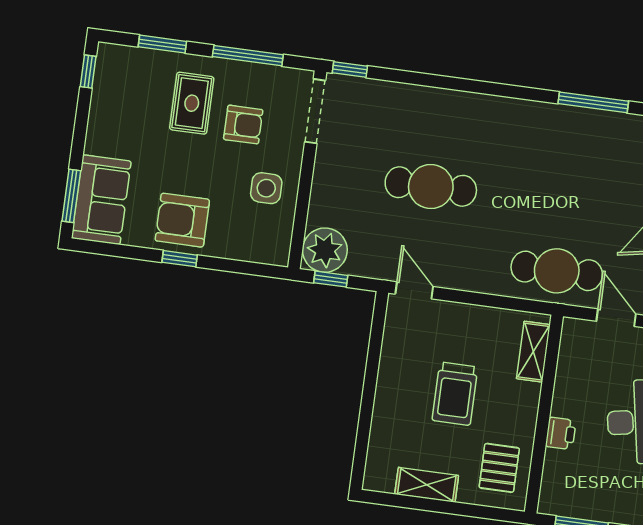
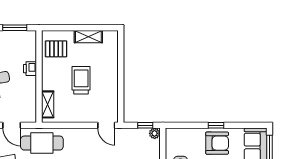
plant: (325, 250) -> (155, 133), width x0.53, depth x0.53
pallet: (499, 468) -> (56, 49), turned 90

